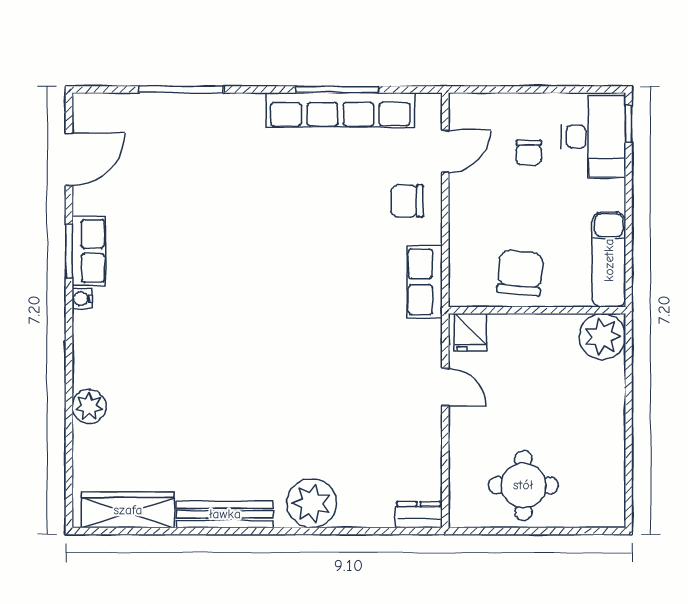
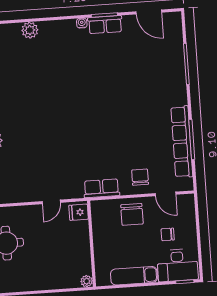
exam couch: (609, 260) -> (134, 276), moved
chair: (520, 273) -> (132, 214), moved, turned 85
plant: (602, 337) -> (87, 281), width x0.53, depth x0.53

